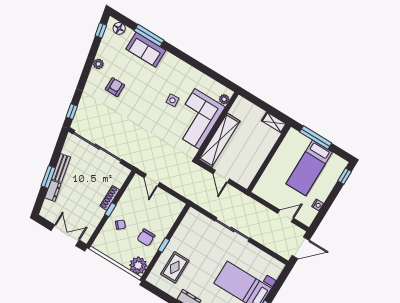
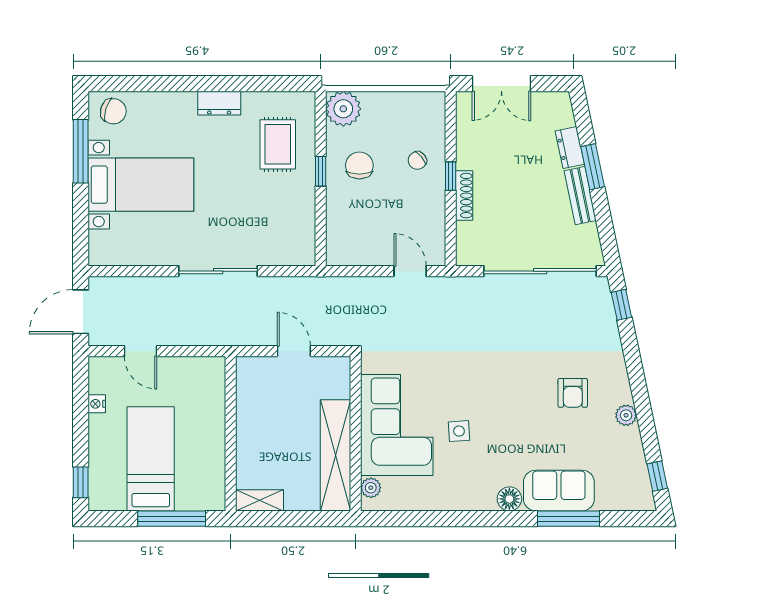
floor lamp: (119, 28) -> (509, 499), moved
shelving: (219, 140) -> (335, 455), moved
door: (286, 216) -> (141, 351), hinge flipped

